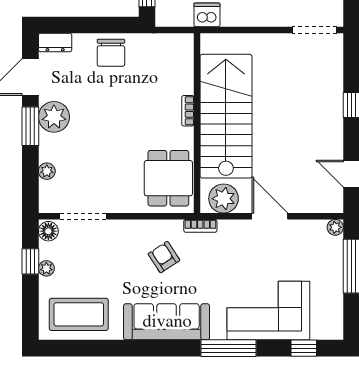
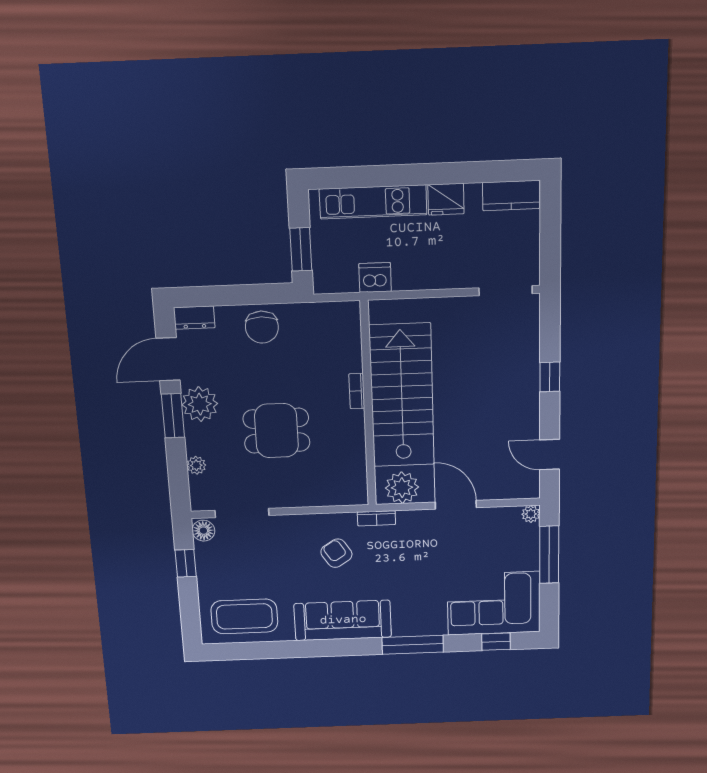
dining table: (168, 178) -> (276, 431), moved, turned 90
plant: (46, 268) -> (204, 570), removed
corner sofa: (268, 311) -> (494, 603), moved

